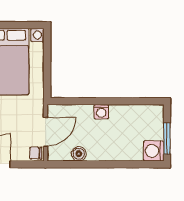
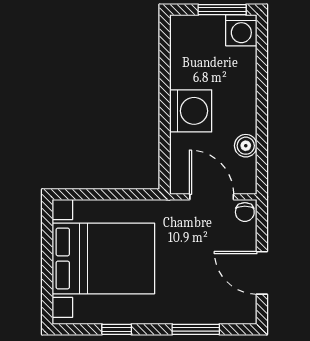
washing machine: (101, 112) -> (191, 111), width x1.89, depth x1.89

